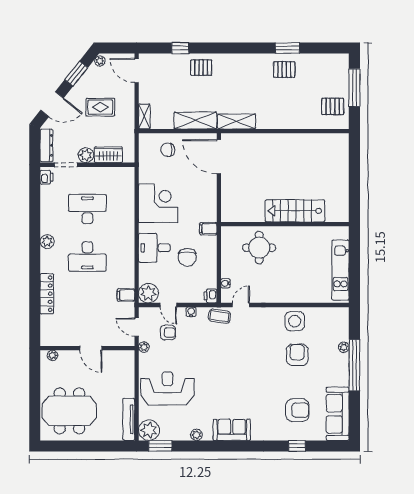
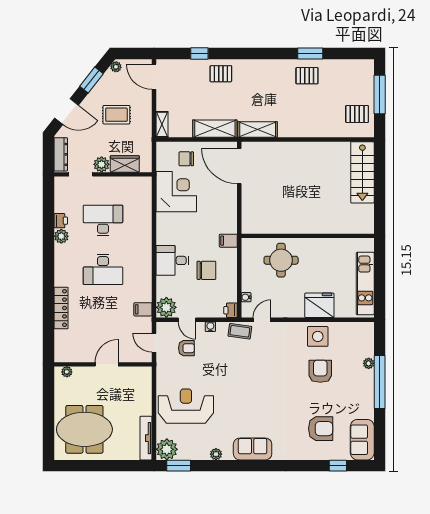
printer: (47, 177) -> (61, 221), moved
corner desk: (158, 203) -> (176, 192), moved
stairs: (295, 211) -> (362, 172), moved, turned -90
plant: (47, 242) -> (61, 236), moved
chair: (187, 257) -> (206, 270), turned -90
fridge: (296, 291) -> (319, 305), added
plant: (144, 347) -> (162, 363), removed
door: (91, 348) -> (107, 364), swing flipped
sofa: (338, 414) -> (362, 440), width x0.73
window: (297, 446) -> (338, 466), moved

